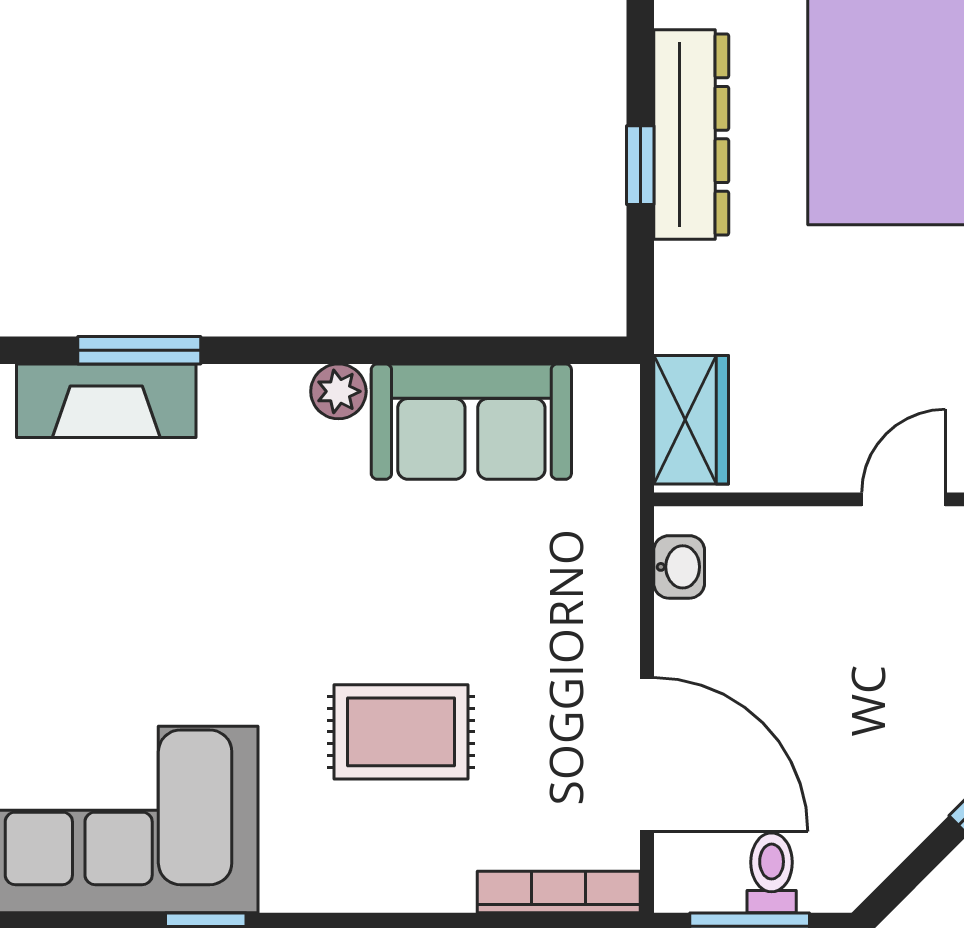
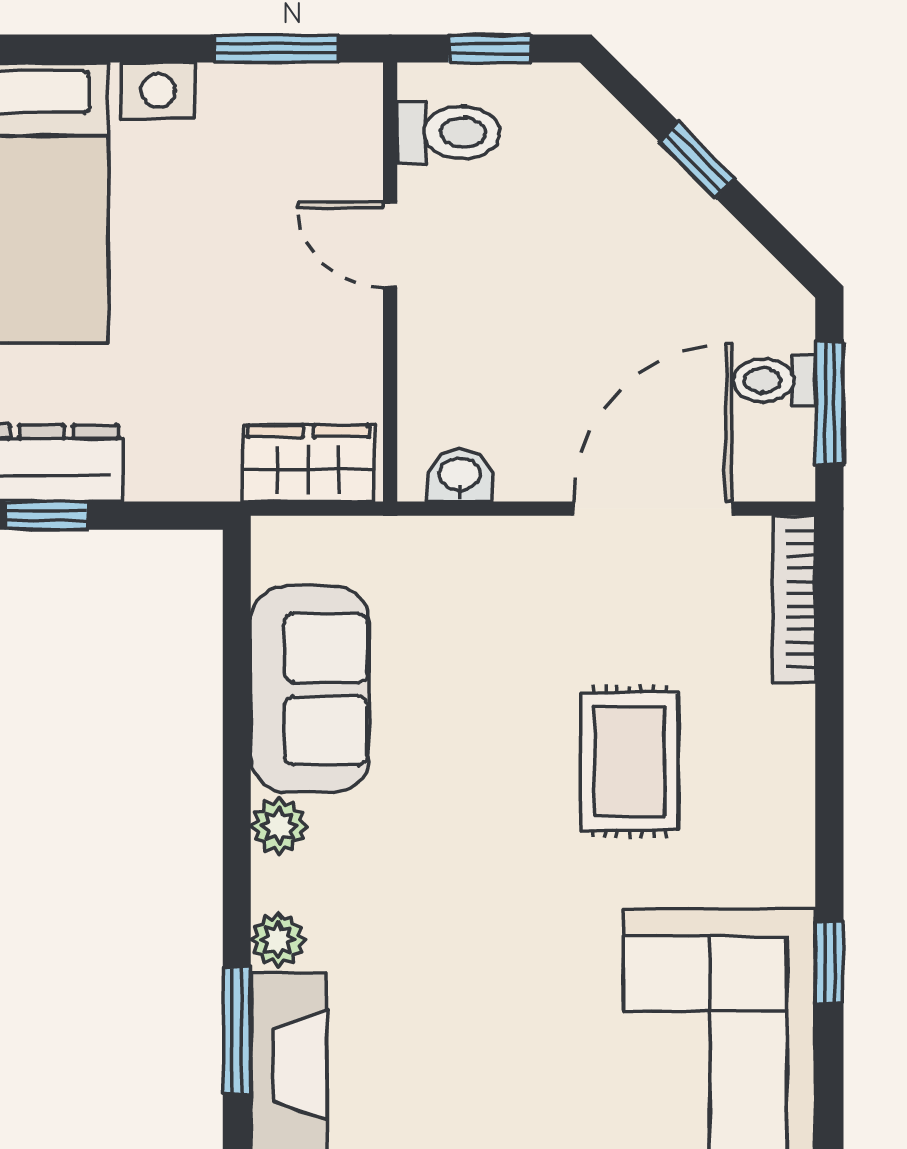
plant: (228, 390) -> (278, 940), added

